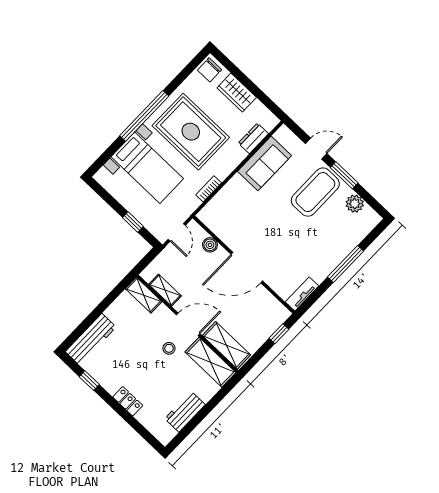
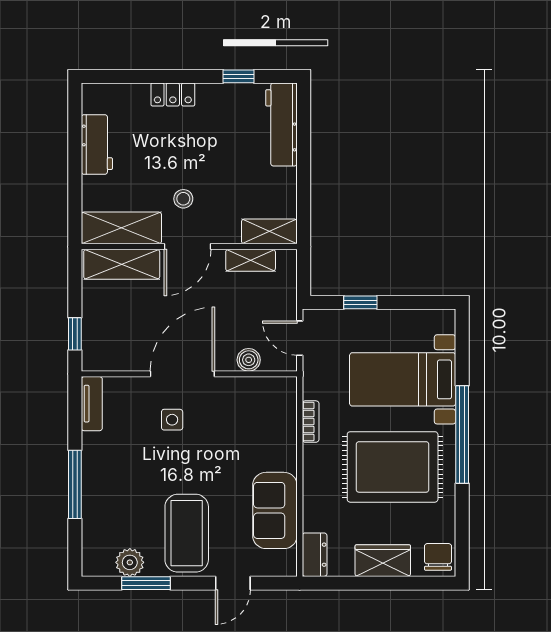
dresser: (253, 138) -> (315, 555), moved
window: (344, 175) -> (146, 583), moved
side table: (272, 251) -> (172, 420), added

